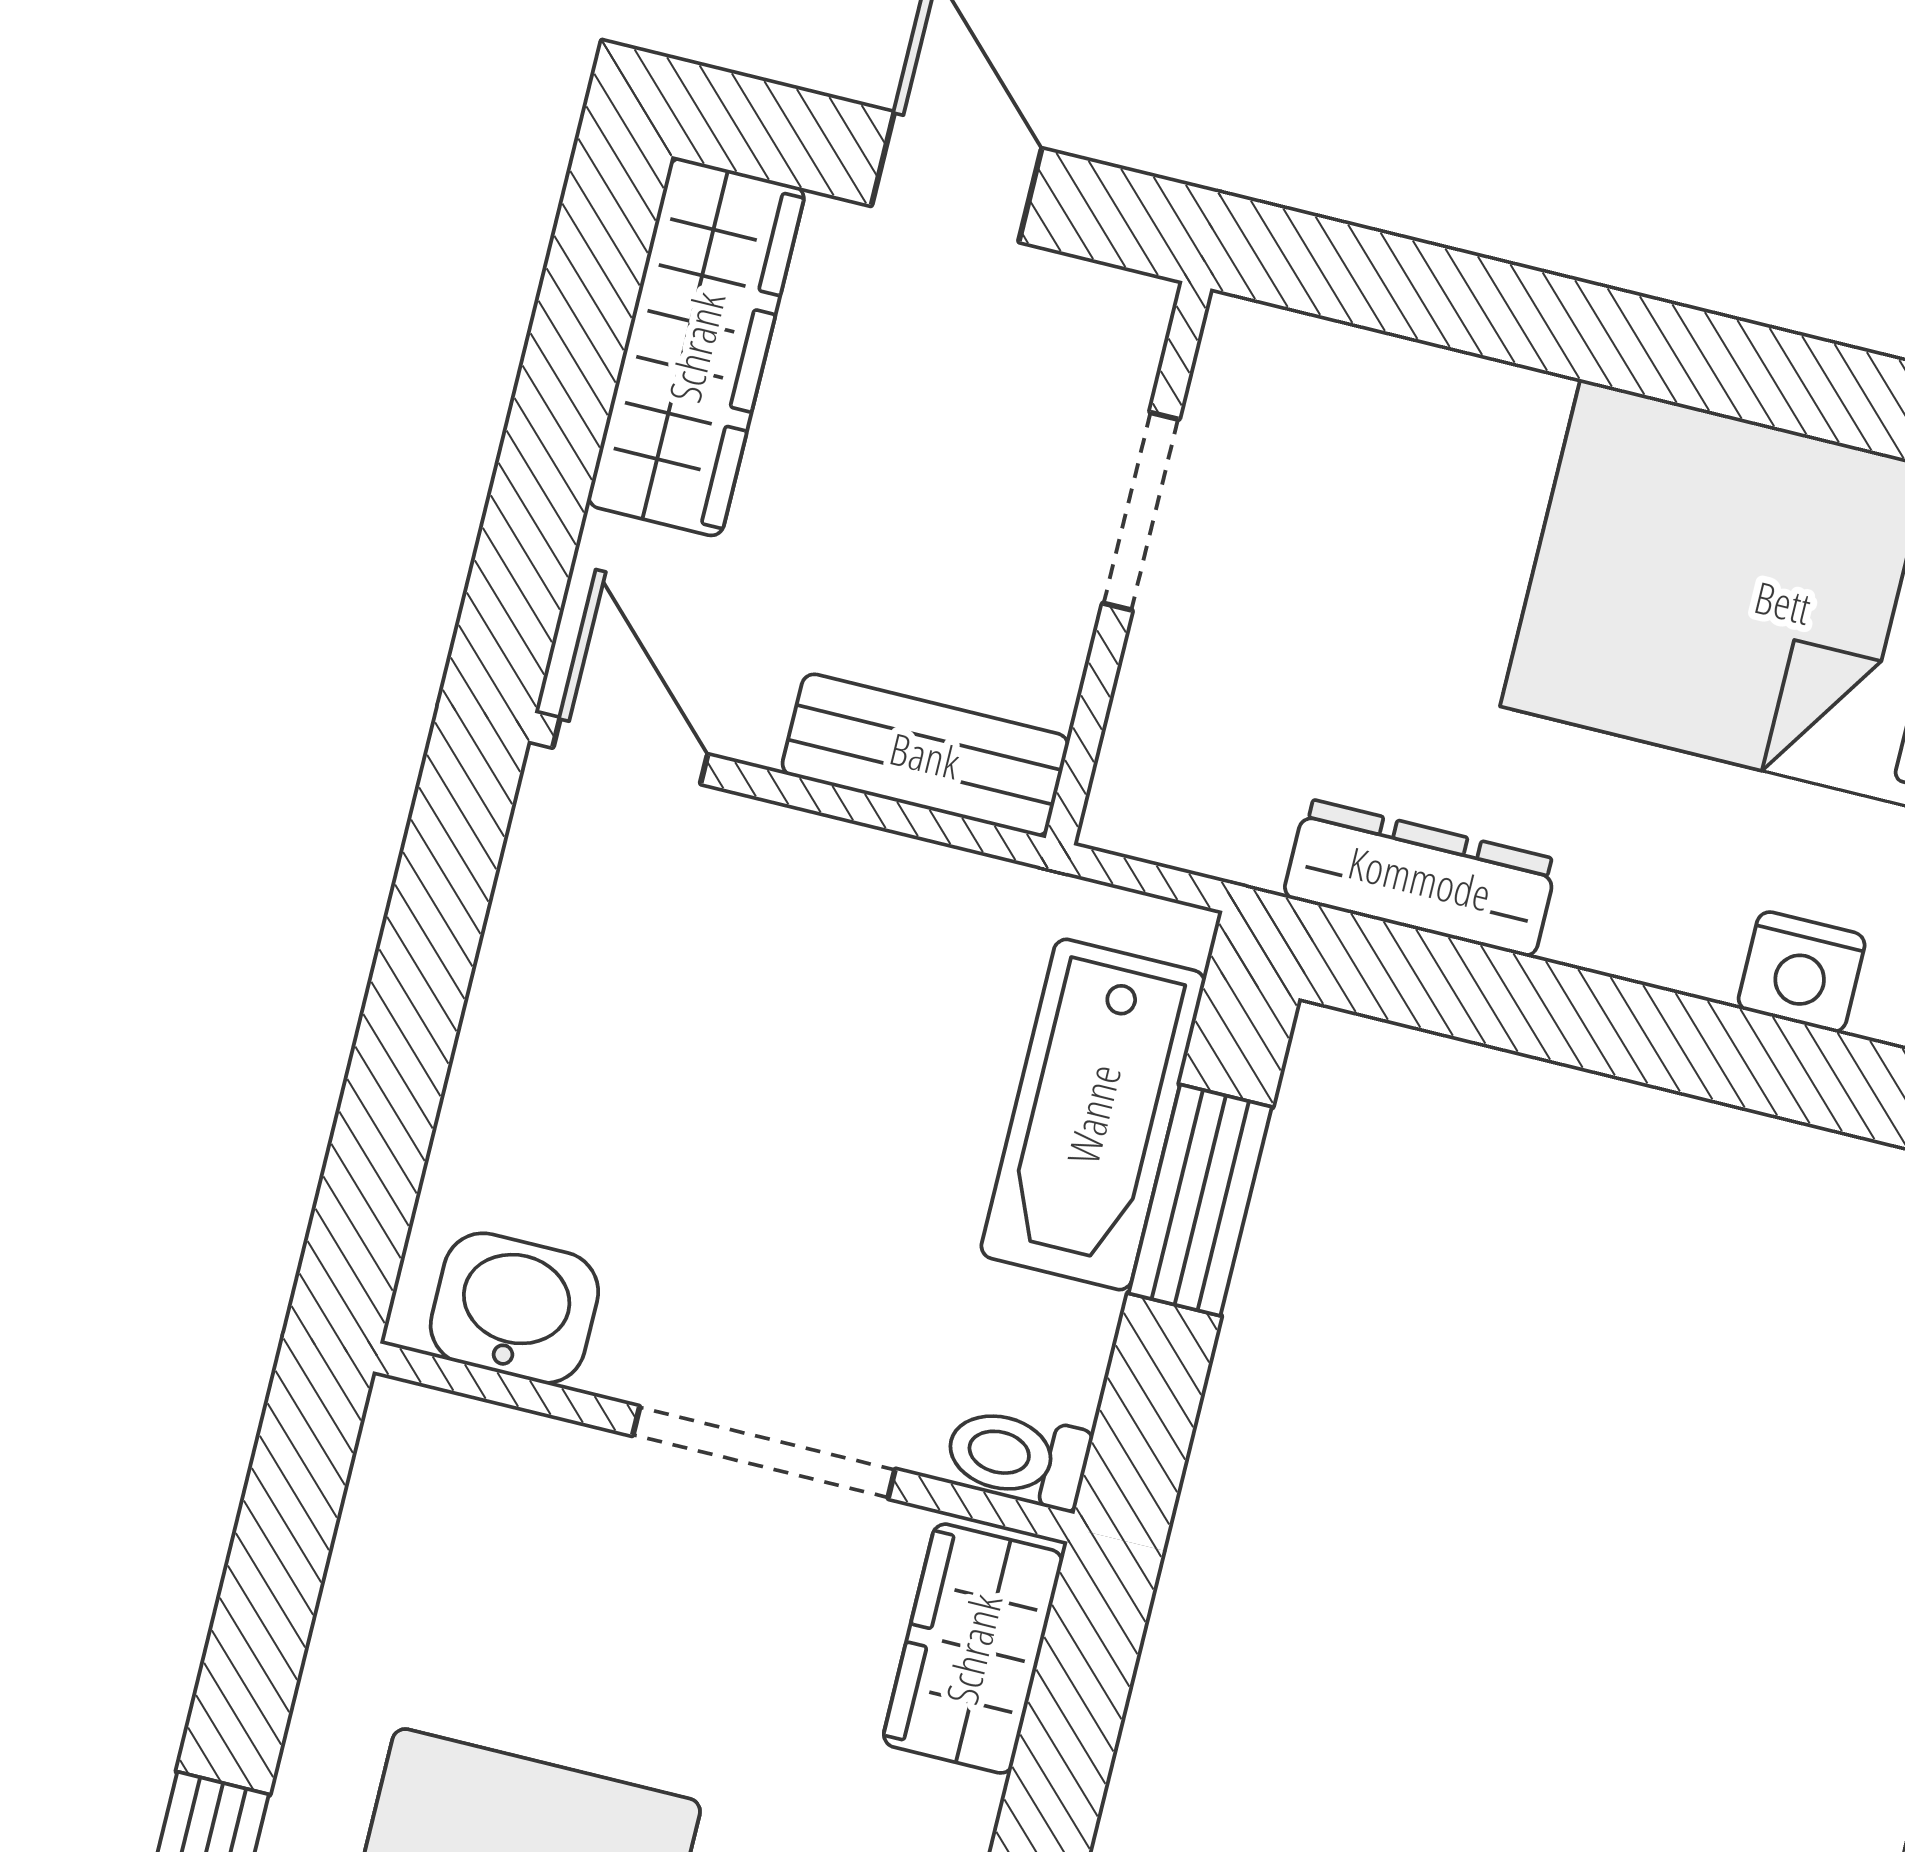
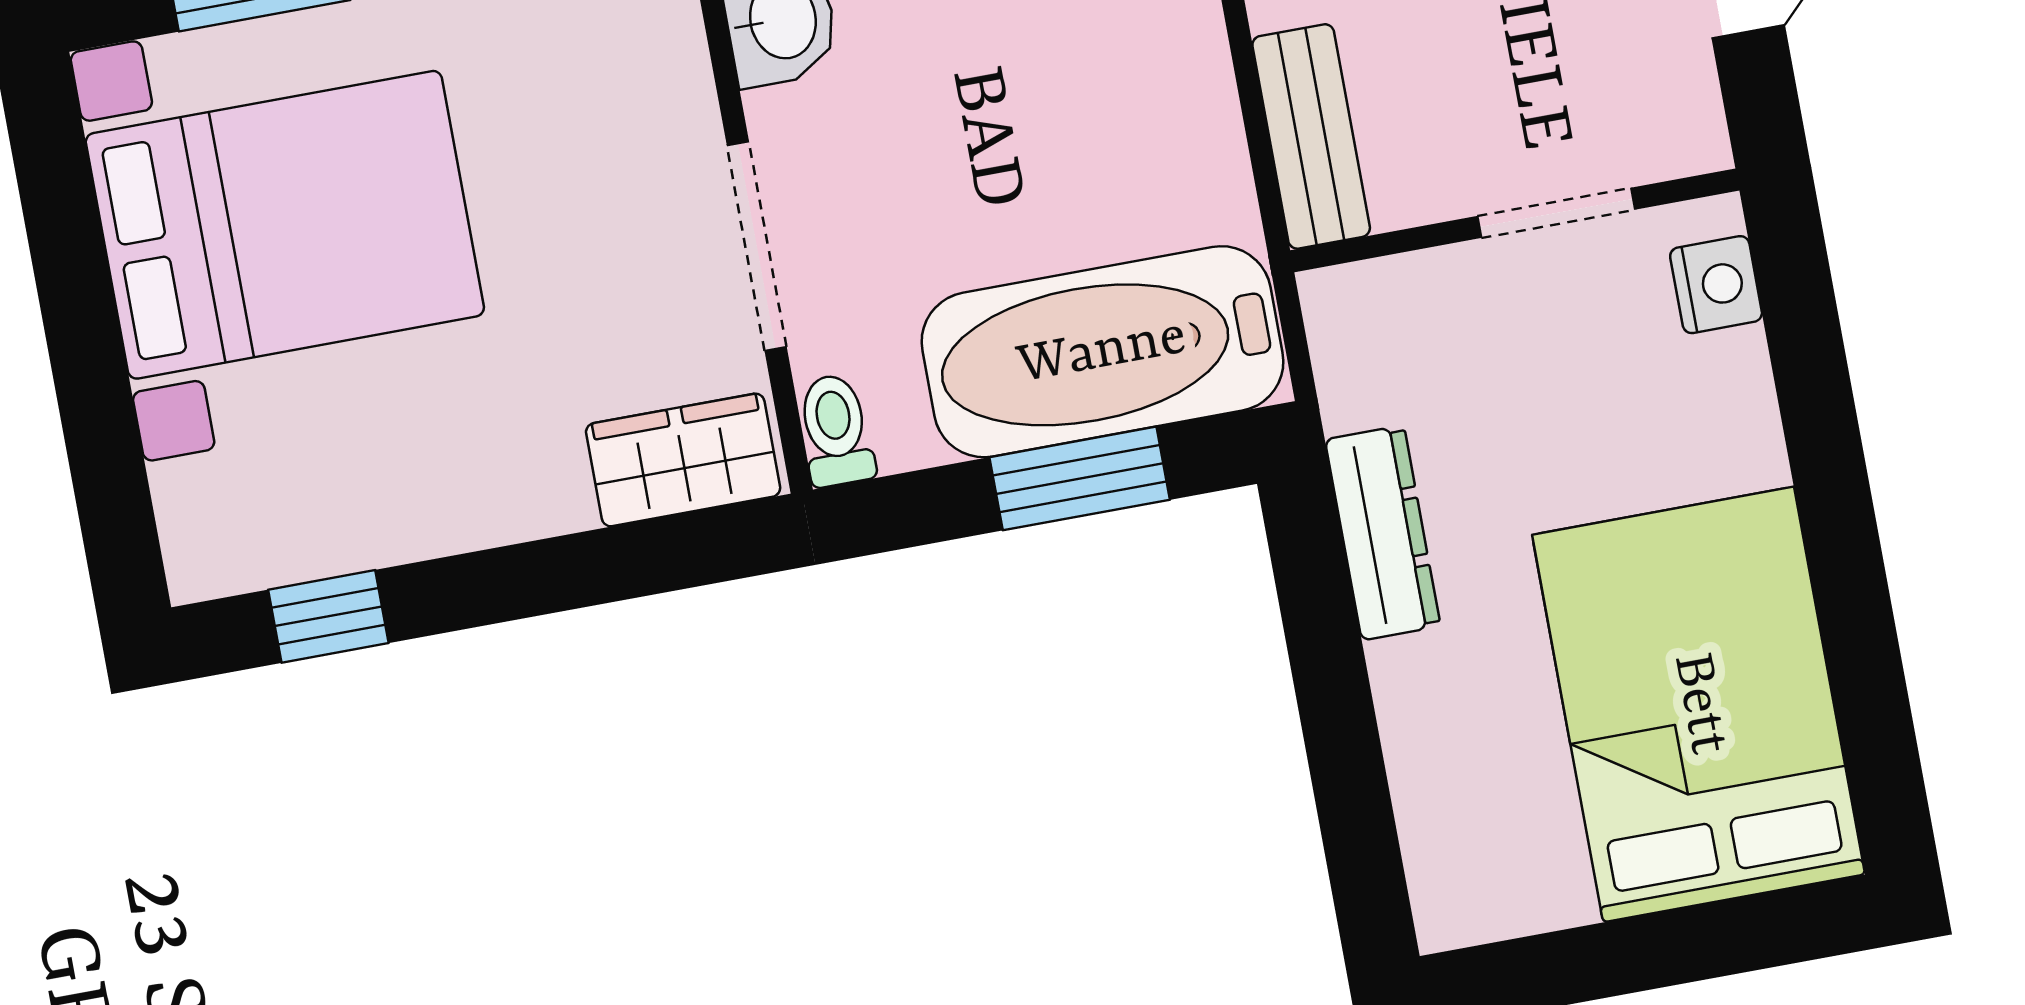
nightstand: (1802, 972) -> (1716, 285), moved, turned 180
bathtub: (1093, 1114) -> (1102, 352), width x1.36, depth x1.36

